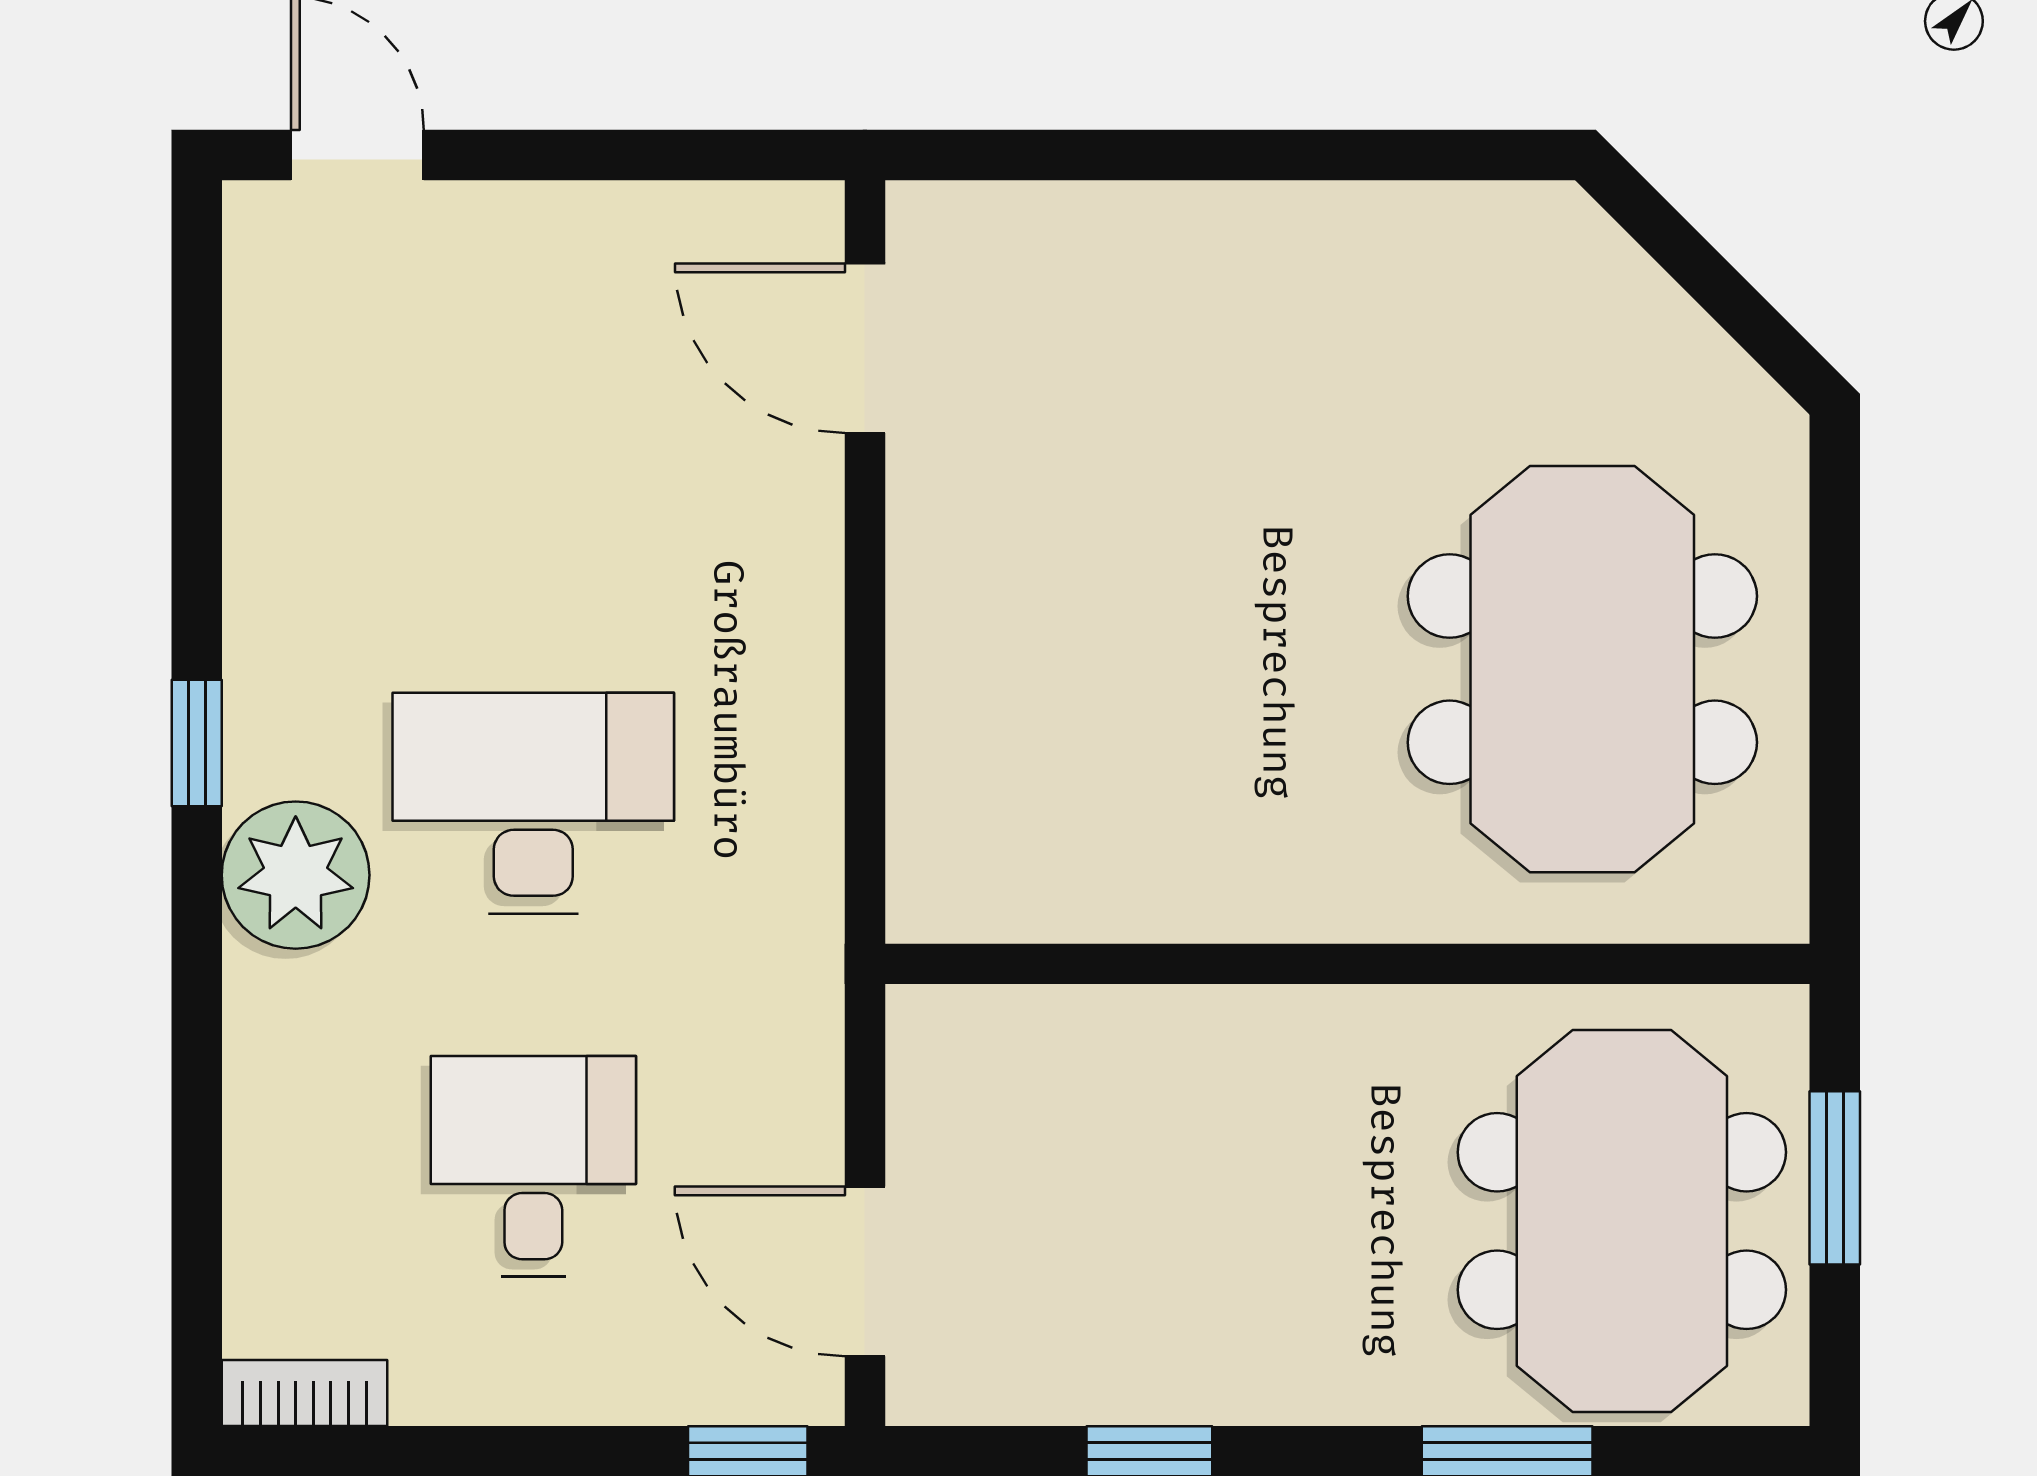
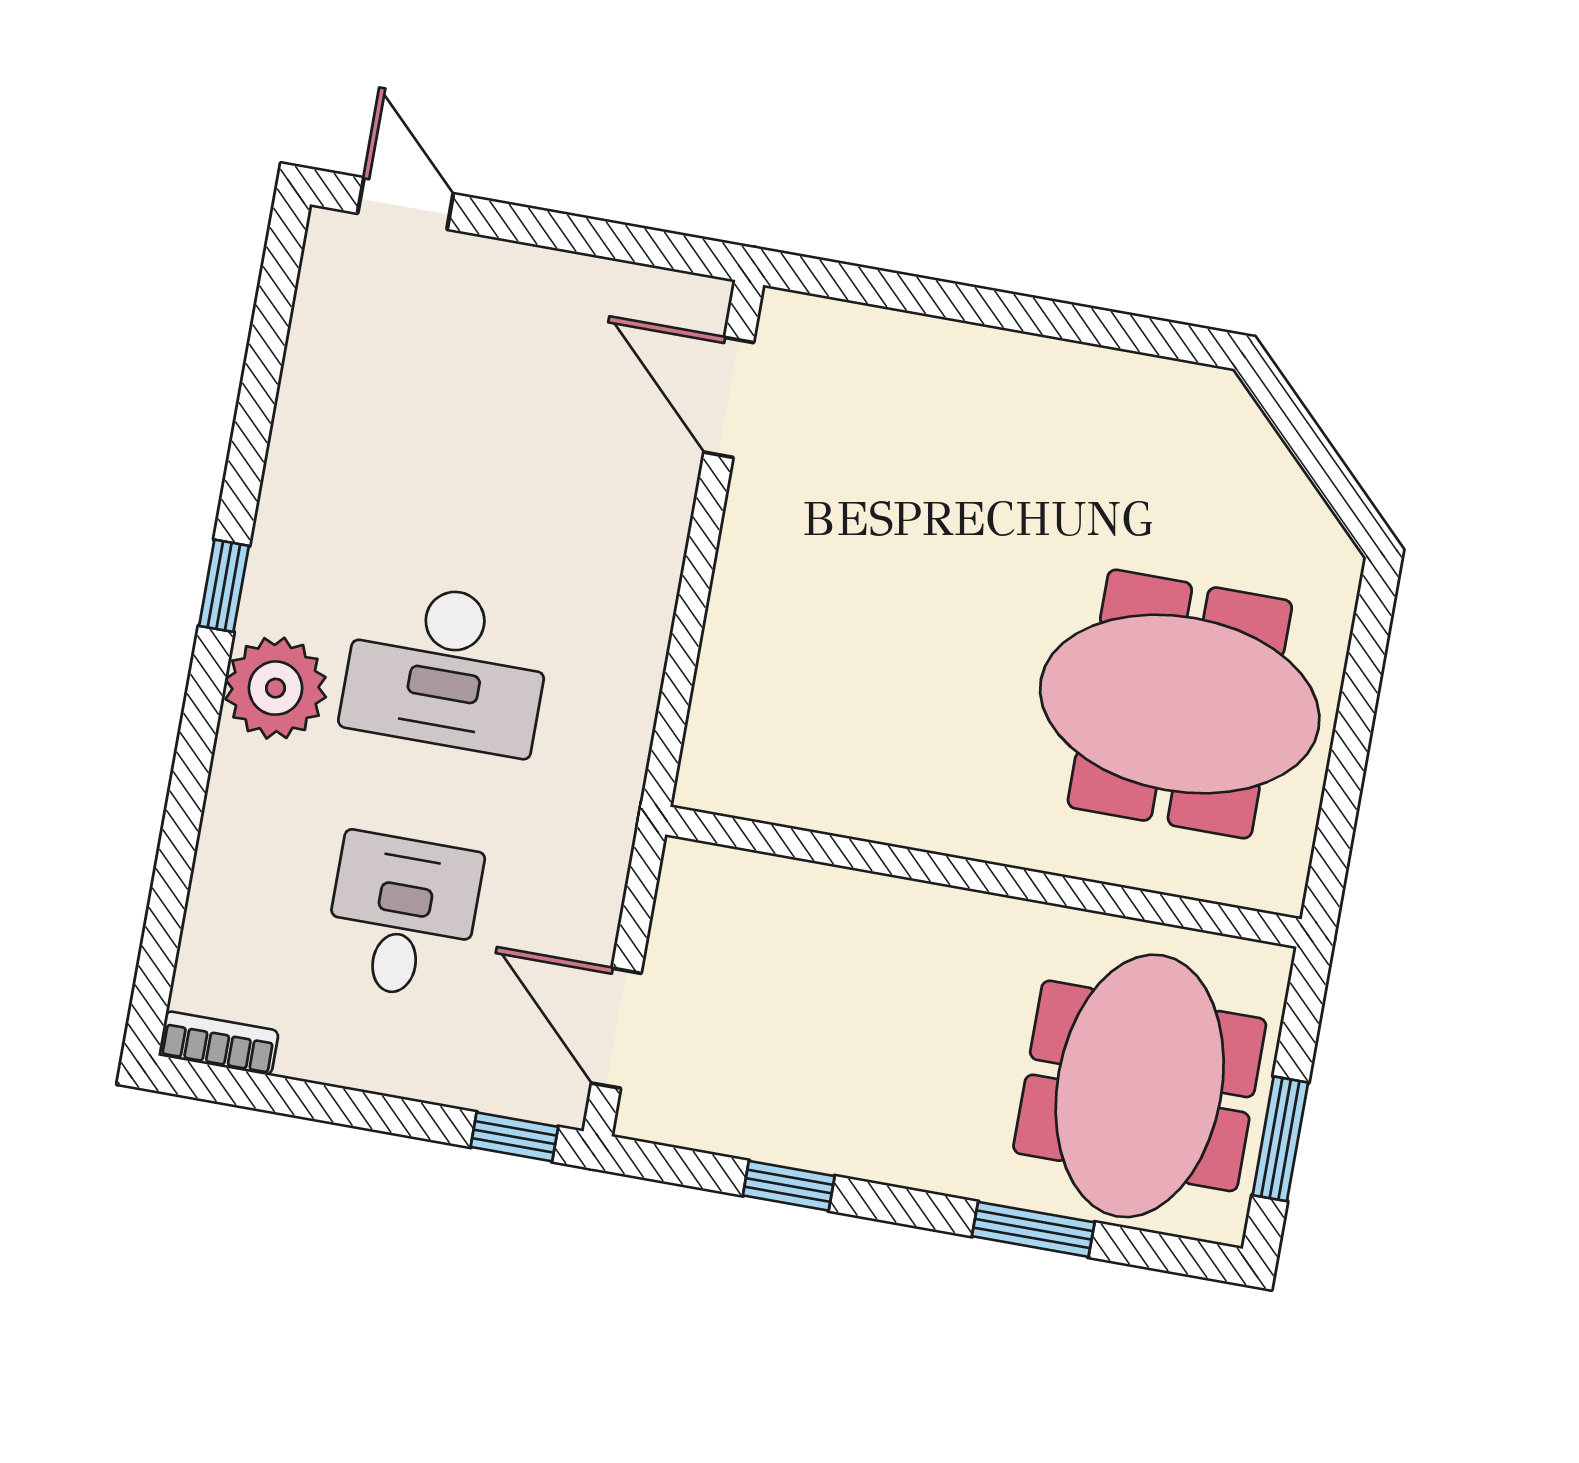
meeting table: (1582, 669) -> (1180, 704), turned 90
desk: (533, 803) -> (447, 668), turned 180
window: (1835, 1178) -> (1280, 1139), moved

